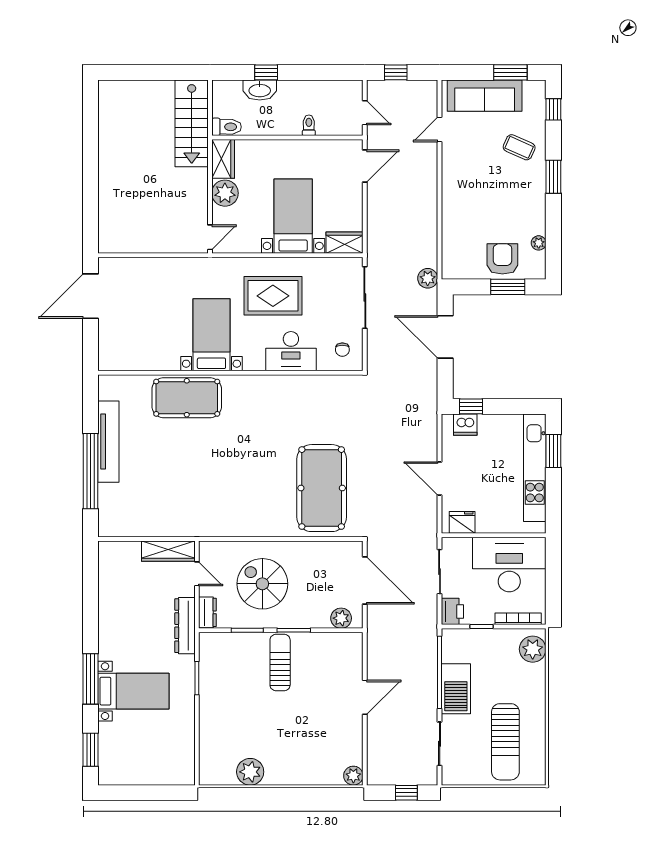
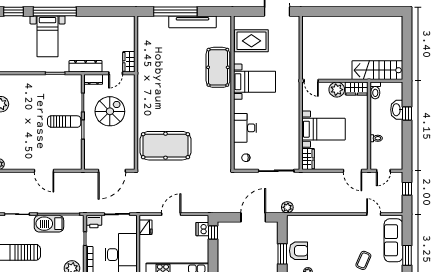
rug: (273, 296) -> (251, 41), moved, turned 90
wardrobe: (168, 551) -> (129, 62), width x0.67
plant: (341, 618) -> (90, 157), removed
window: (90, 679) -> (55, 11), width x1.46

